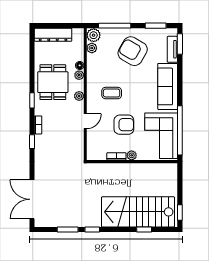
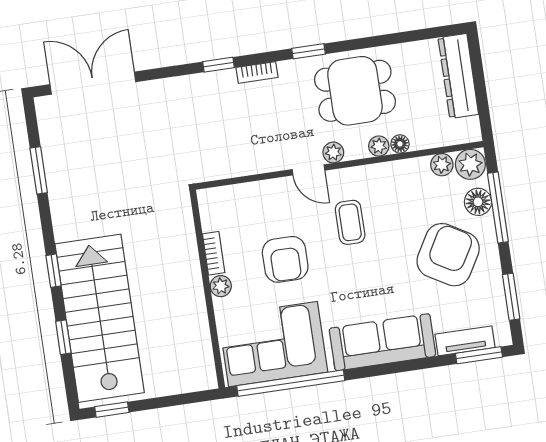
floor lamp: (111, 34) -> (478, 202), added
door: (85, 121) -> (308, 170), moved
window: (92, 229) -> (54, 271), moved

